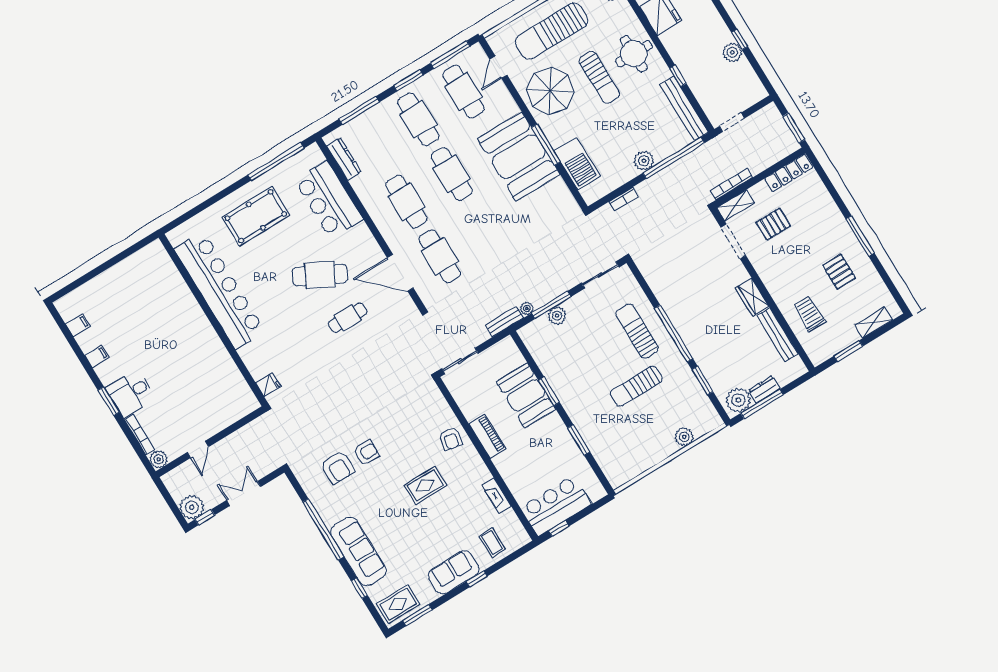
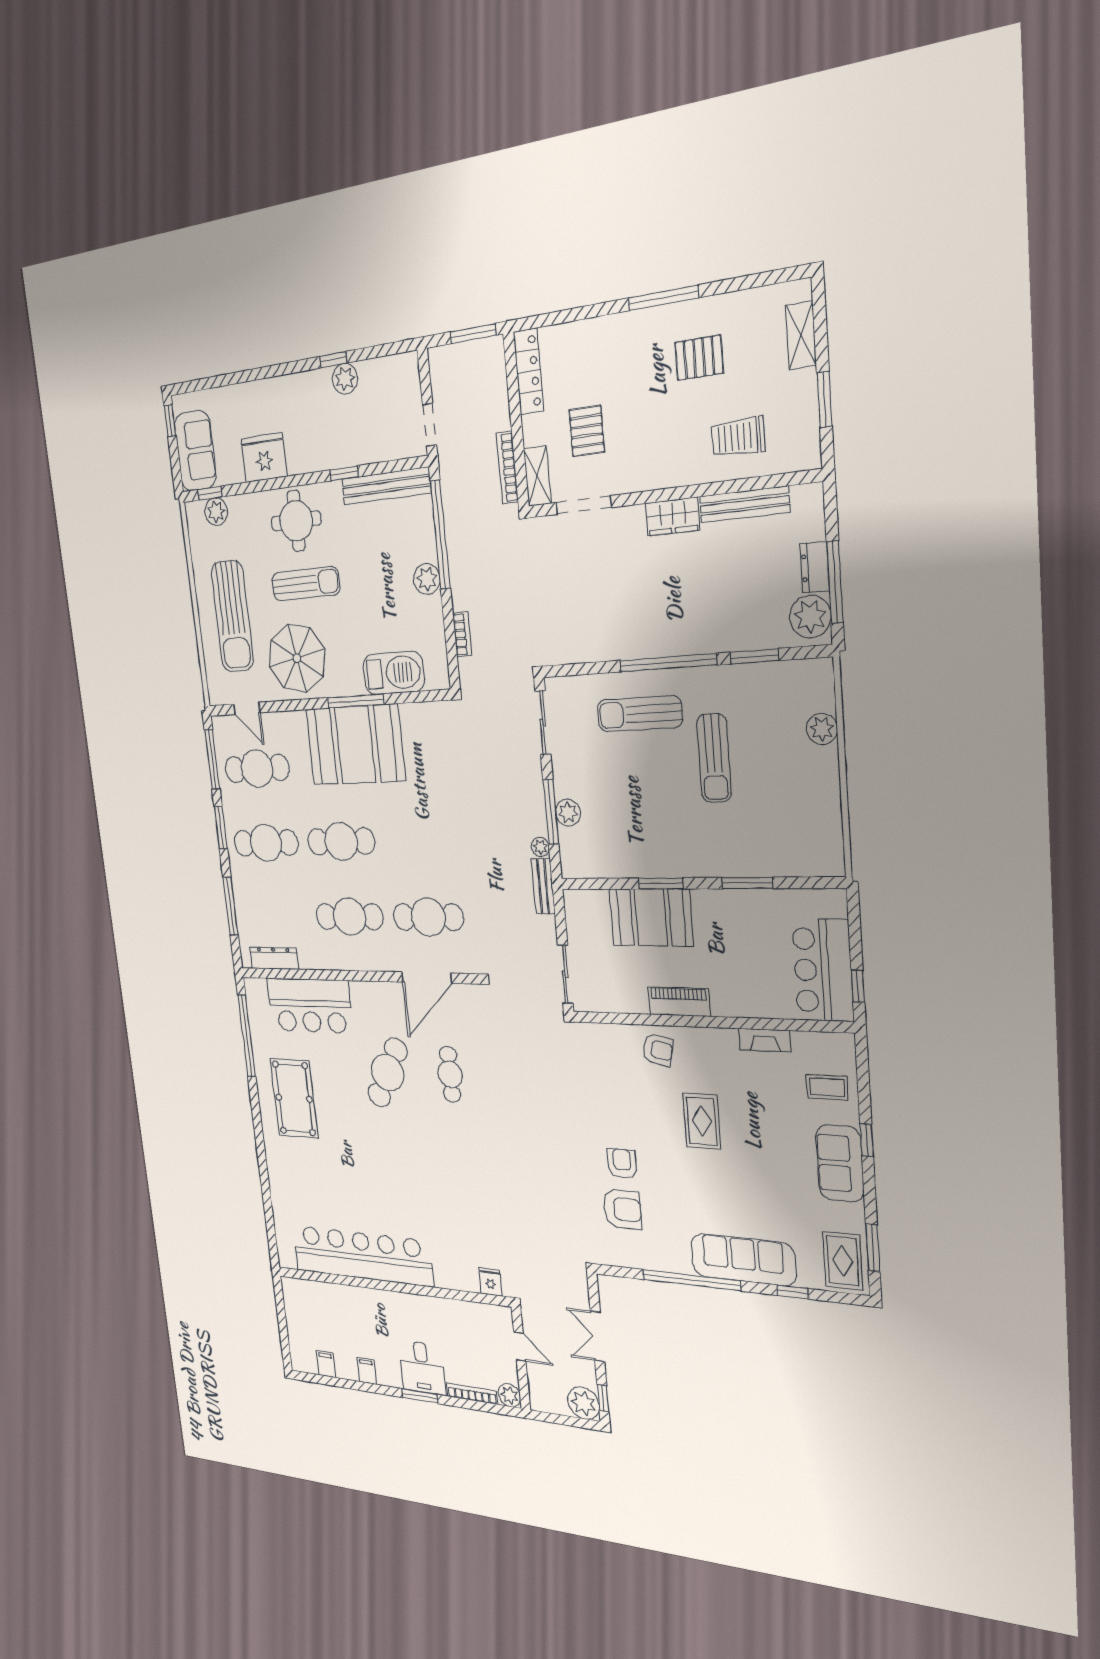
bar counter: (220, 290) -> (362, 1256), moved
wall: (213, 320) -> (391, 1286), moved
fridge: (268, 385) -> (490, 1282), moved

